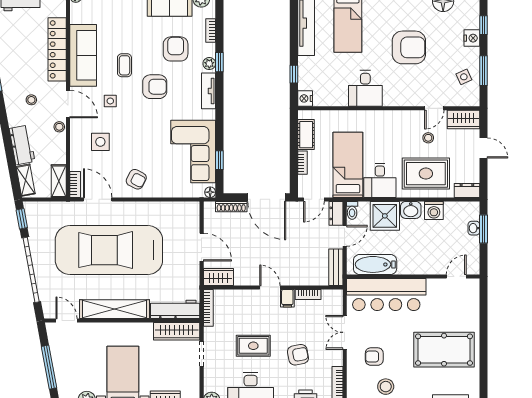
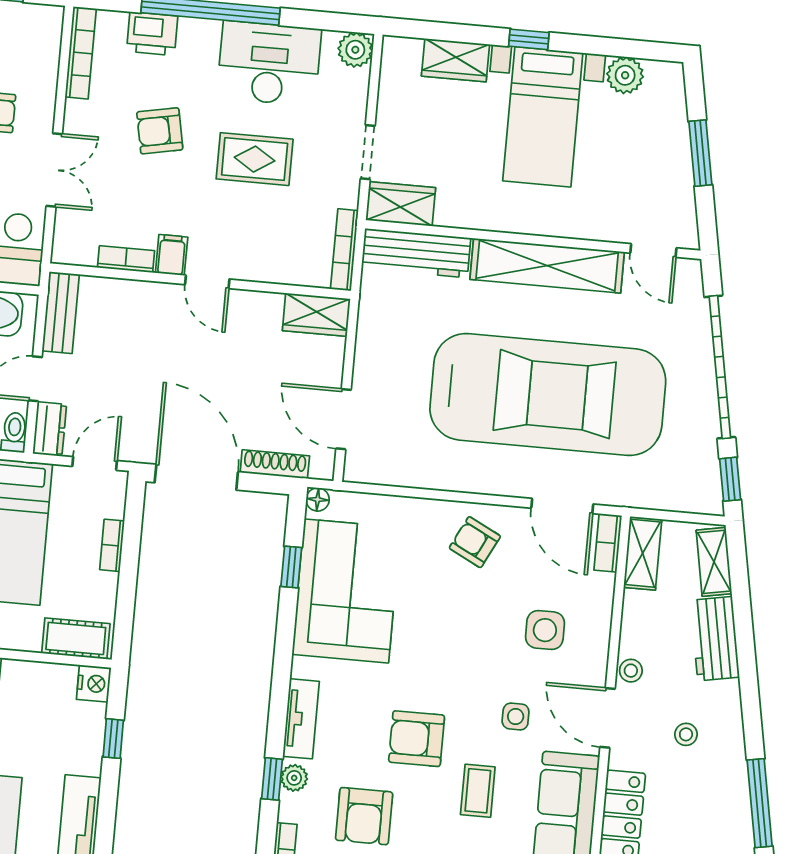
cot: (306, 135) -> (76, 638), moved, turned 90
door: (202, 247) -> (343, 419), moved
wardrobe: (177, 331) -> (401, 204), width x0.67
window: (49, 367) -> (700, 153), width x0.69

